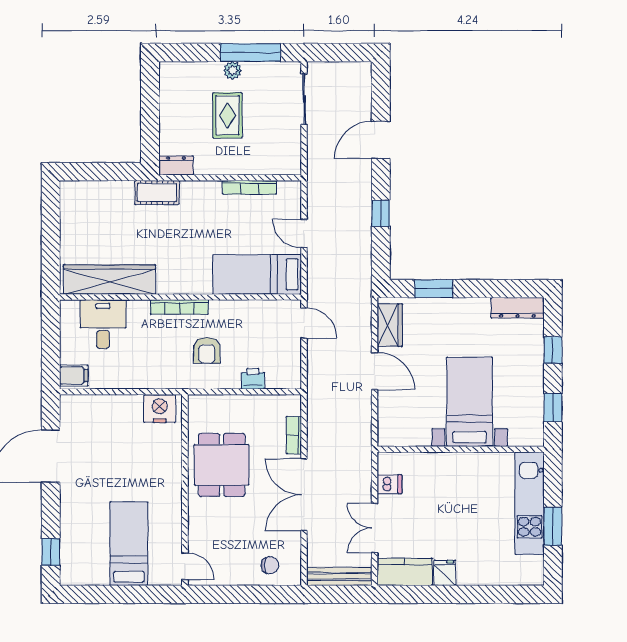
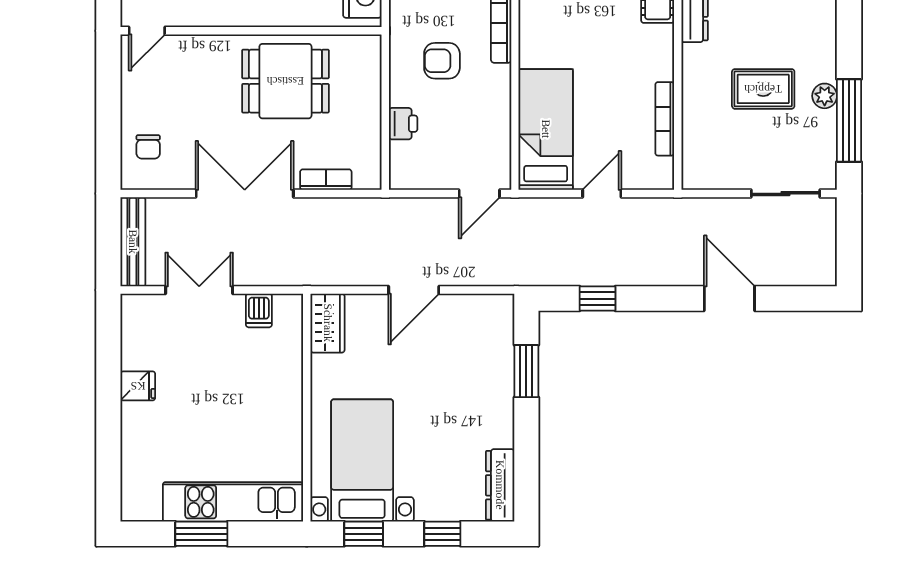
window: (381, 213) -> (597, 299), moved
wardrobe: (390, 325) -> (328, 323), moved, turned -90
bed with nightstands: (470, 402) -> (362, 460), moved, turned -90
kitchen counter: (405, 572) -> (139, 331), removed

